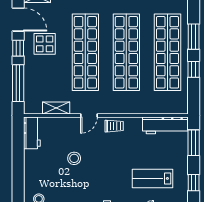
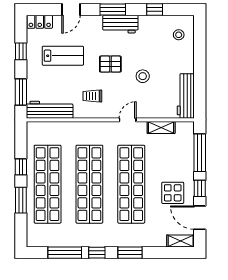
trolley: (114, 126) -> (92, 96), moved
workbench: (32, 133) -> (186, 96), width x1.38
pallet: (106, 170) -> (110, 64), added

